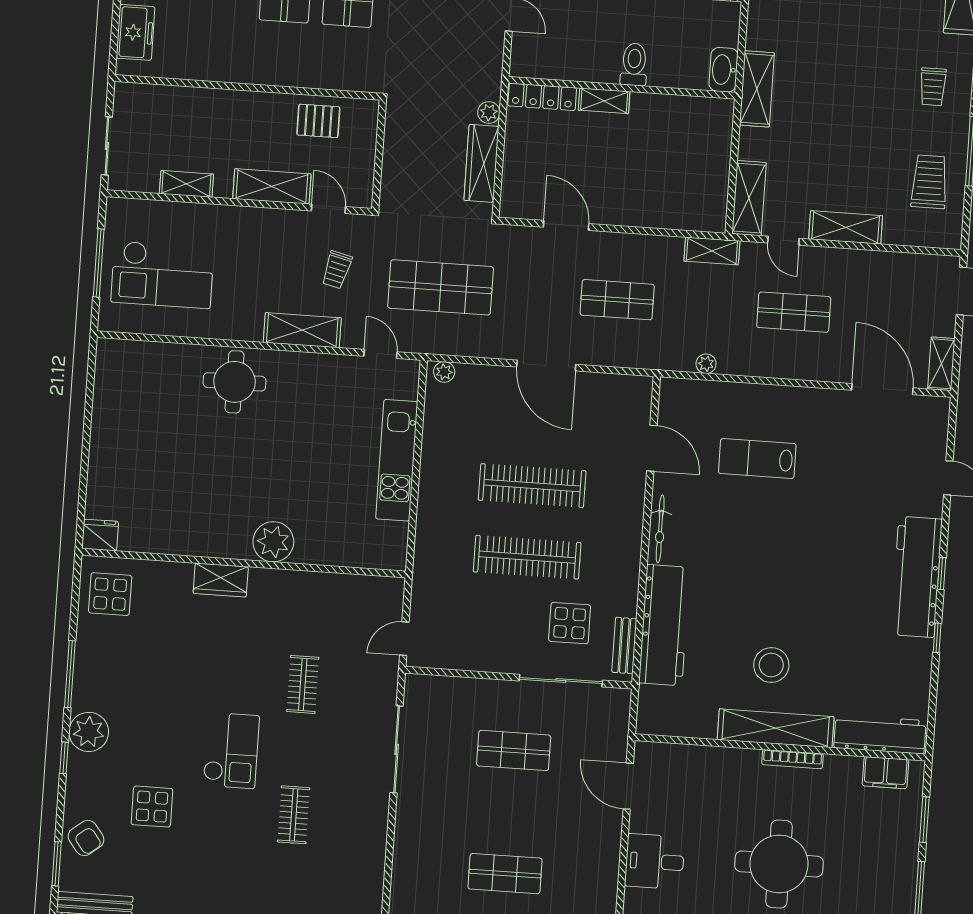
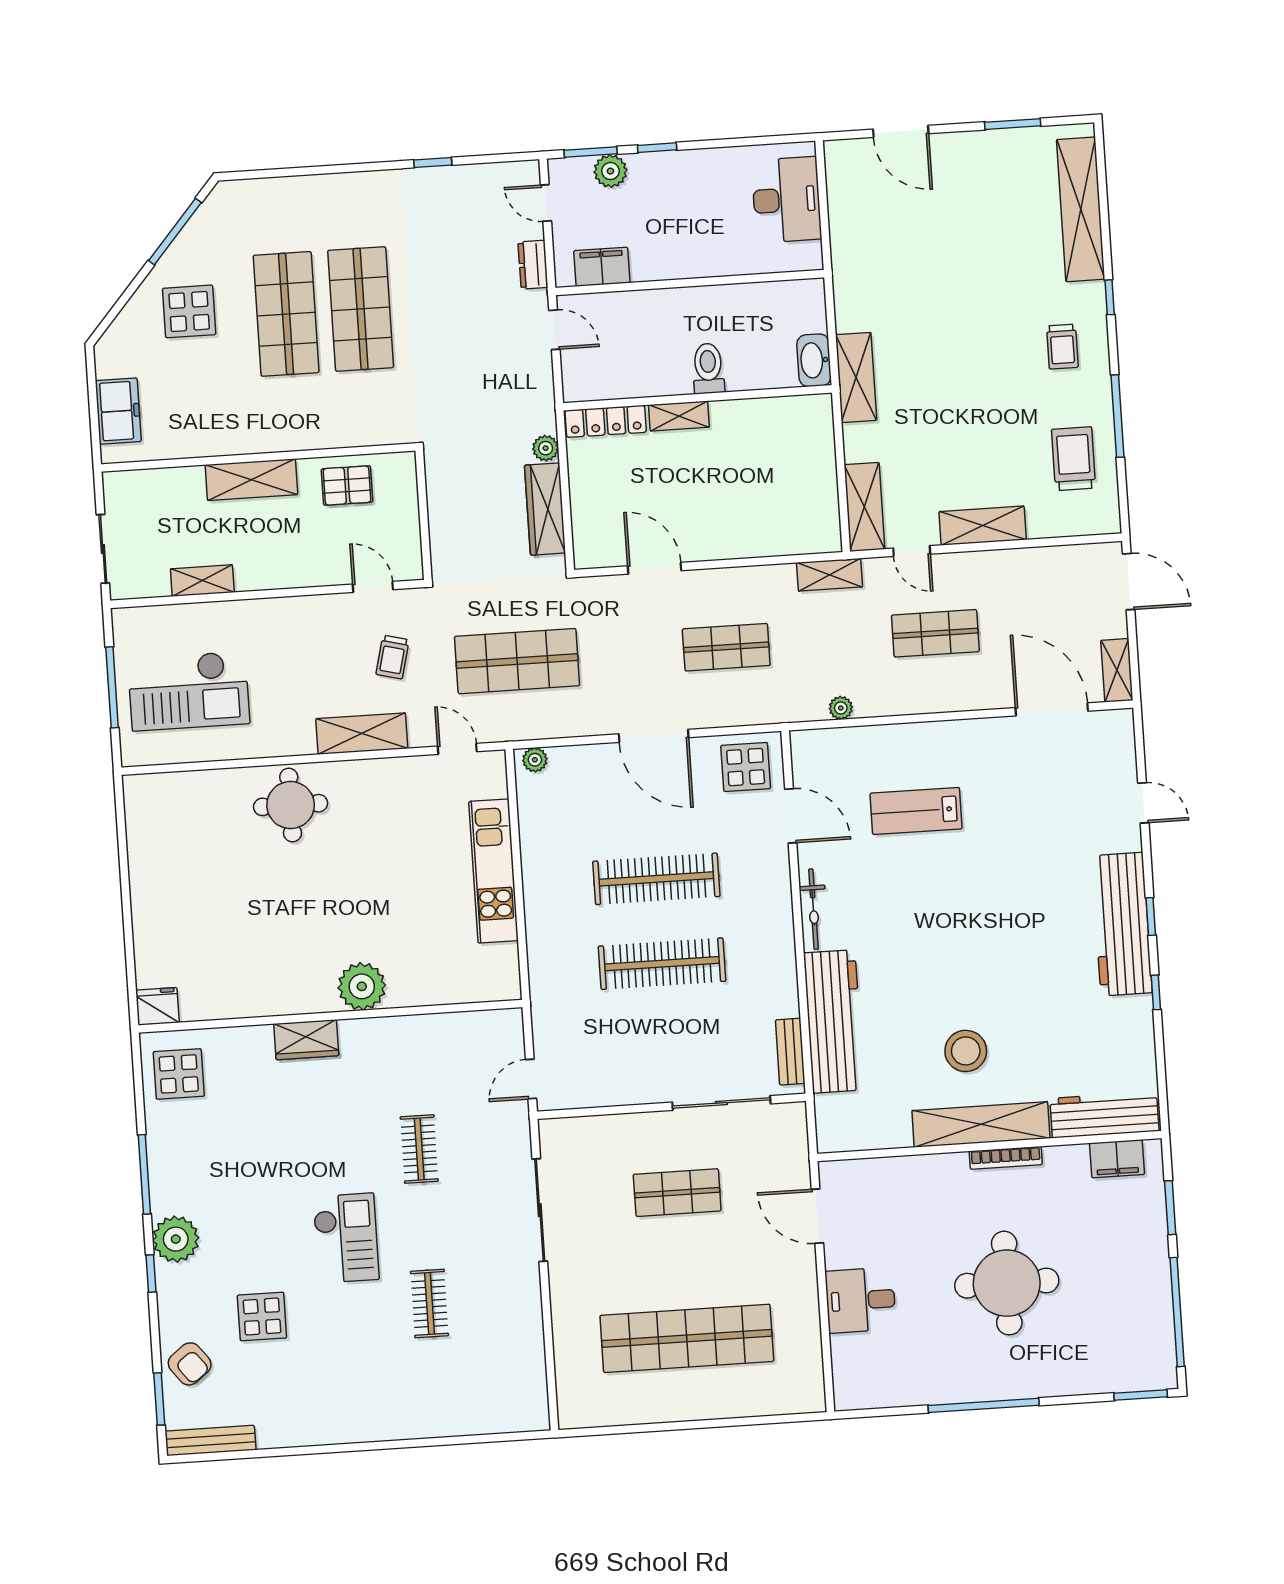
shelving: (272, 186) -> (251, 480), moved
display table: (570, 623) -> (746, 767), moved
shop shelf: (505, 874) -> (687, 1338), width x2.00, depth x1.36

